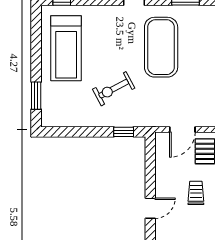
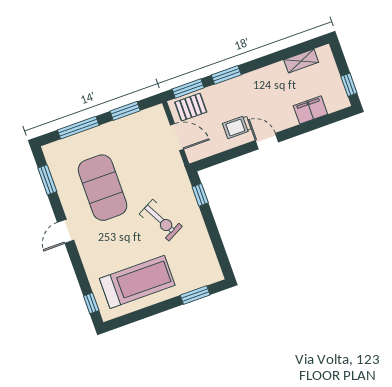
exercise mat: (161, 47) -> (103, 188), turned 90
trolley: (196, 193) -> (237, 127), moved

